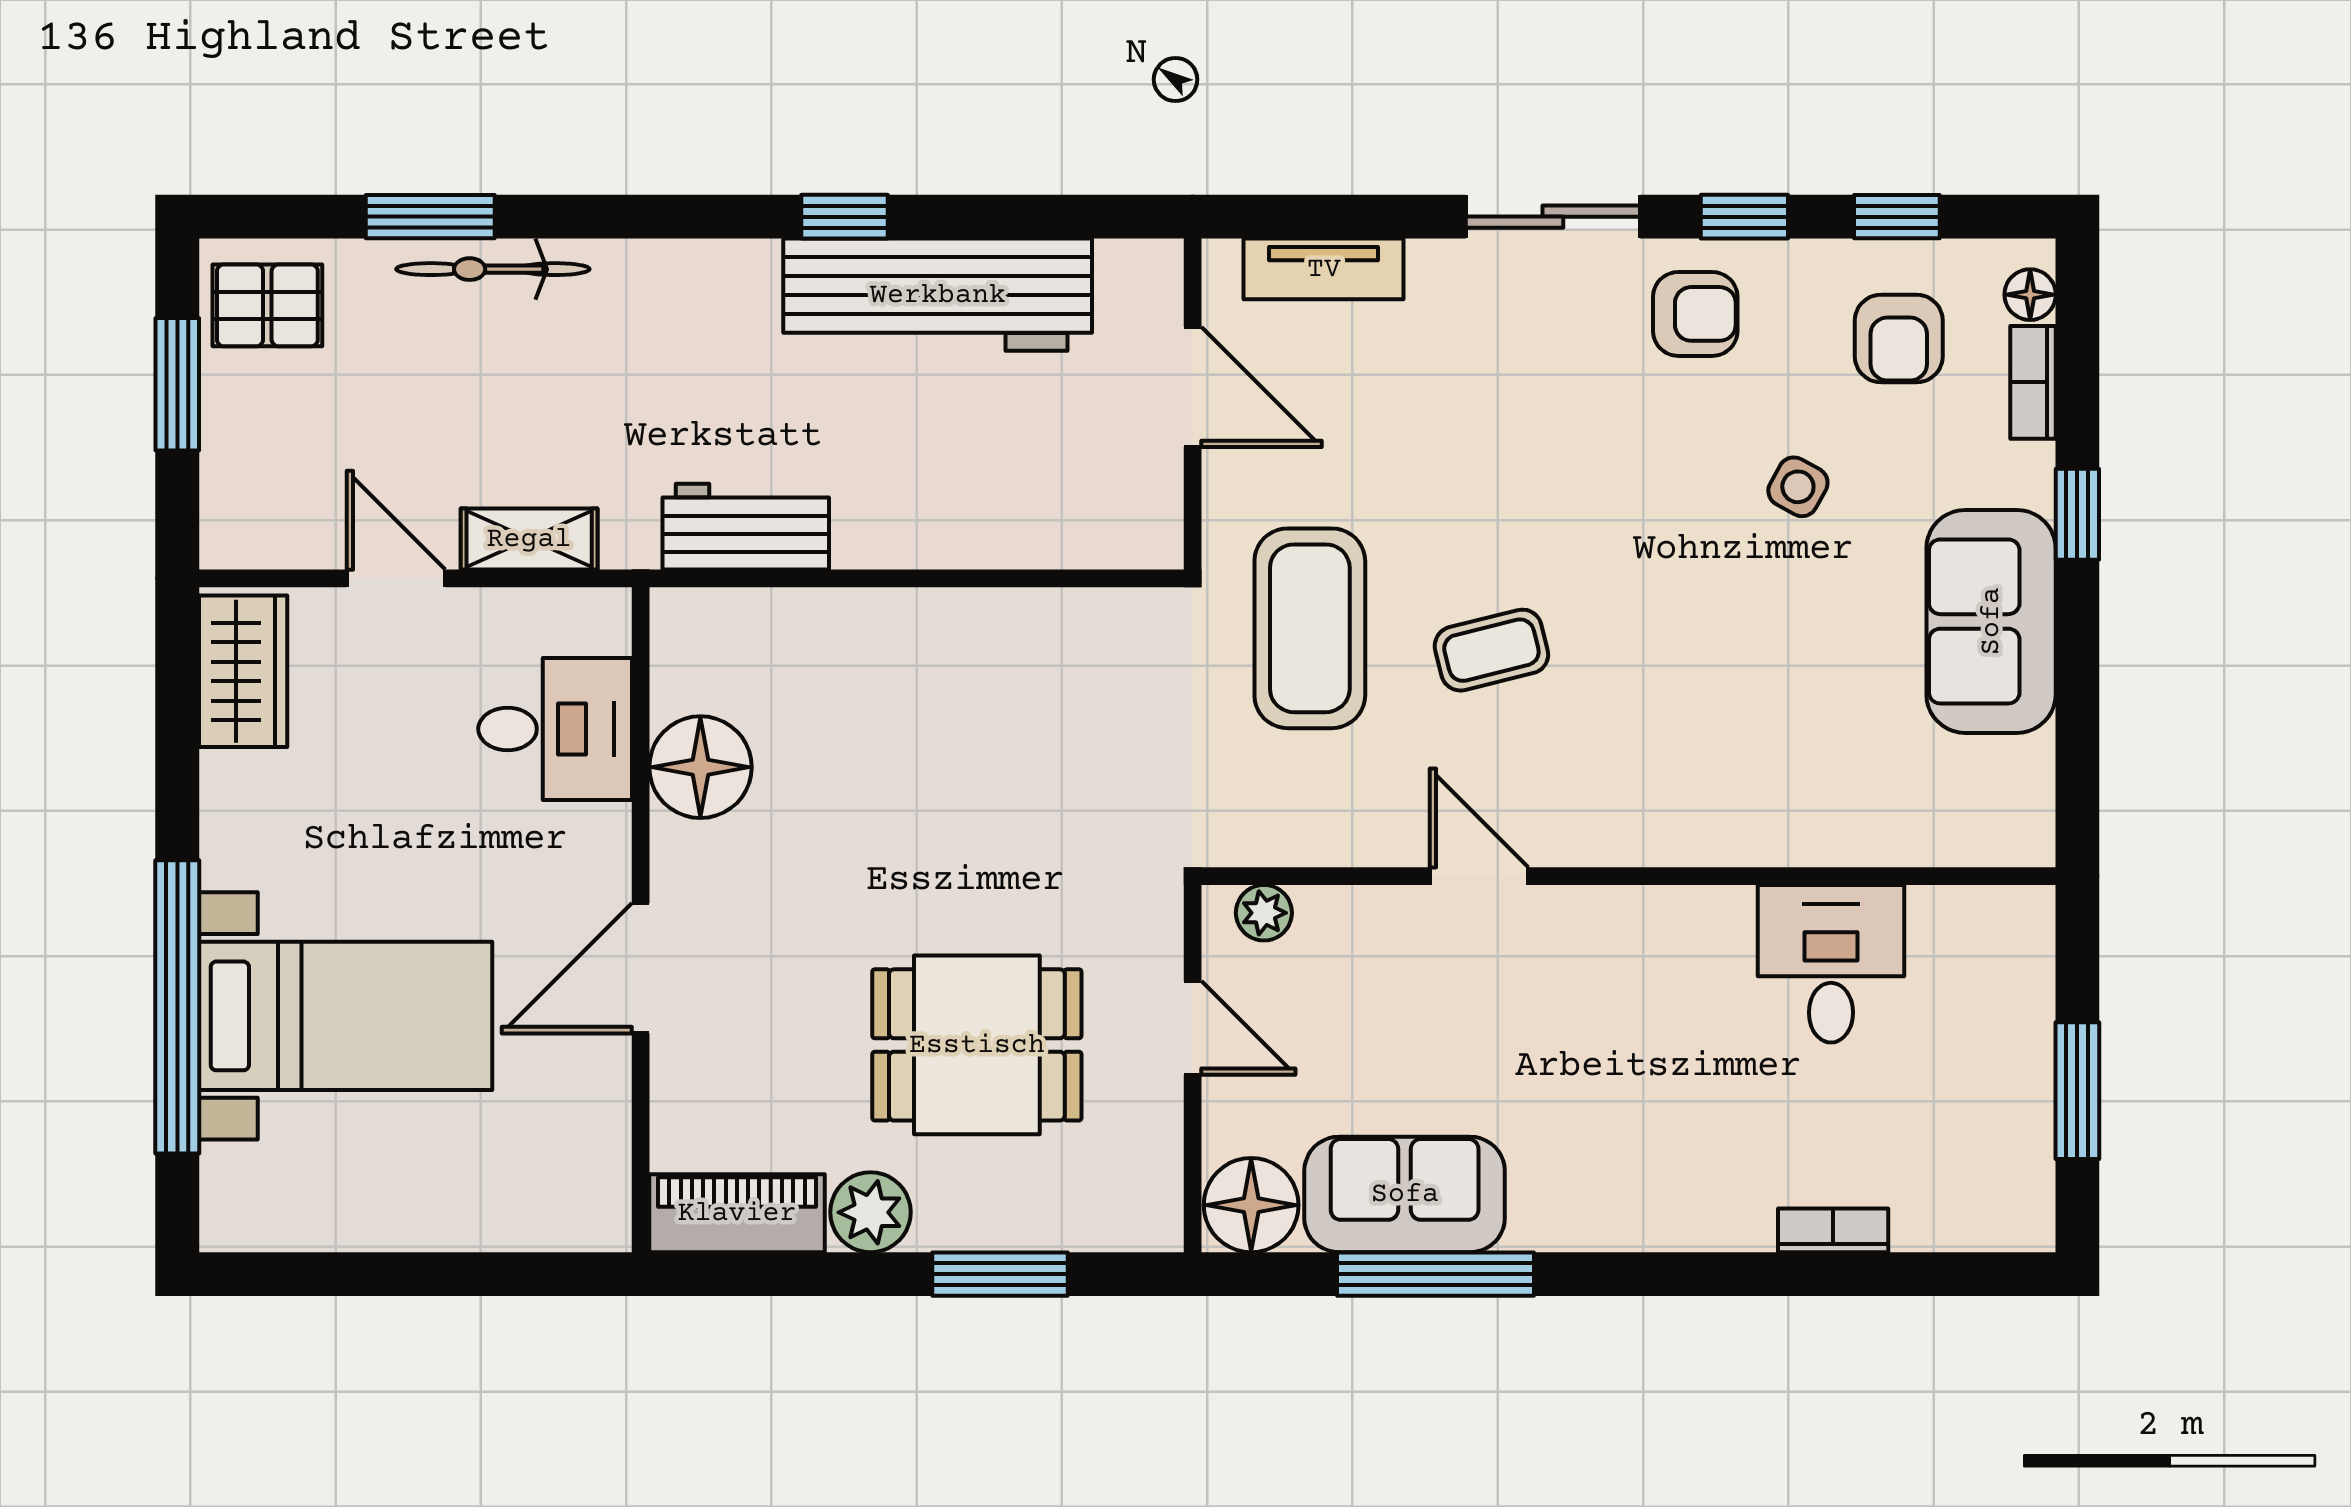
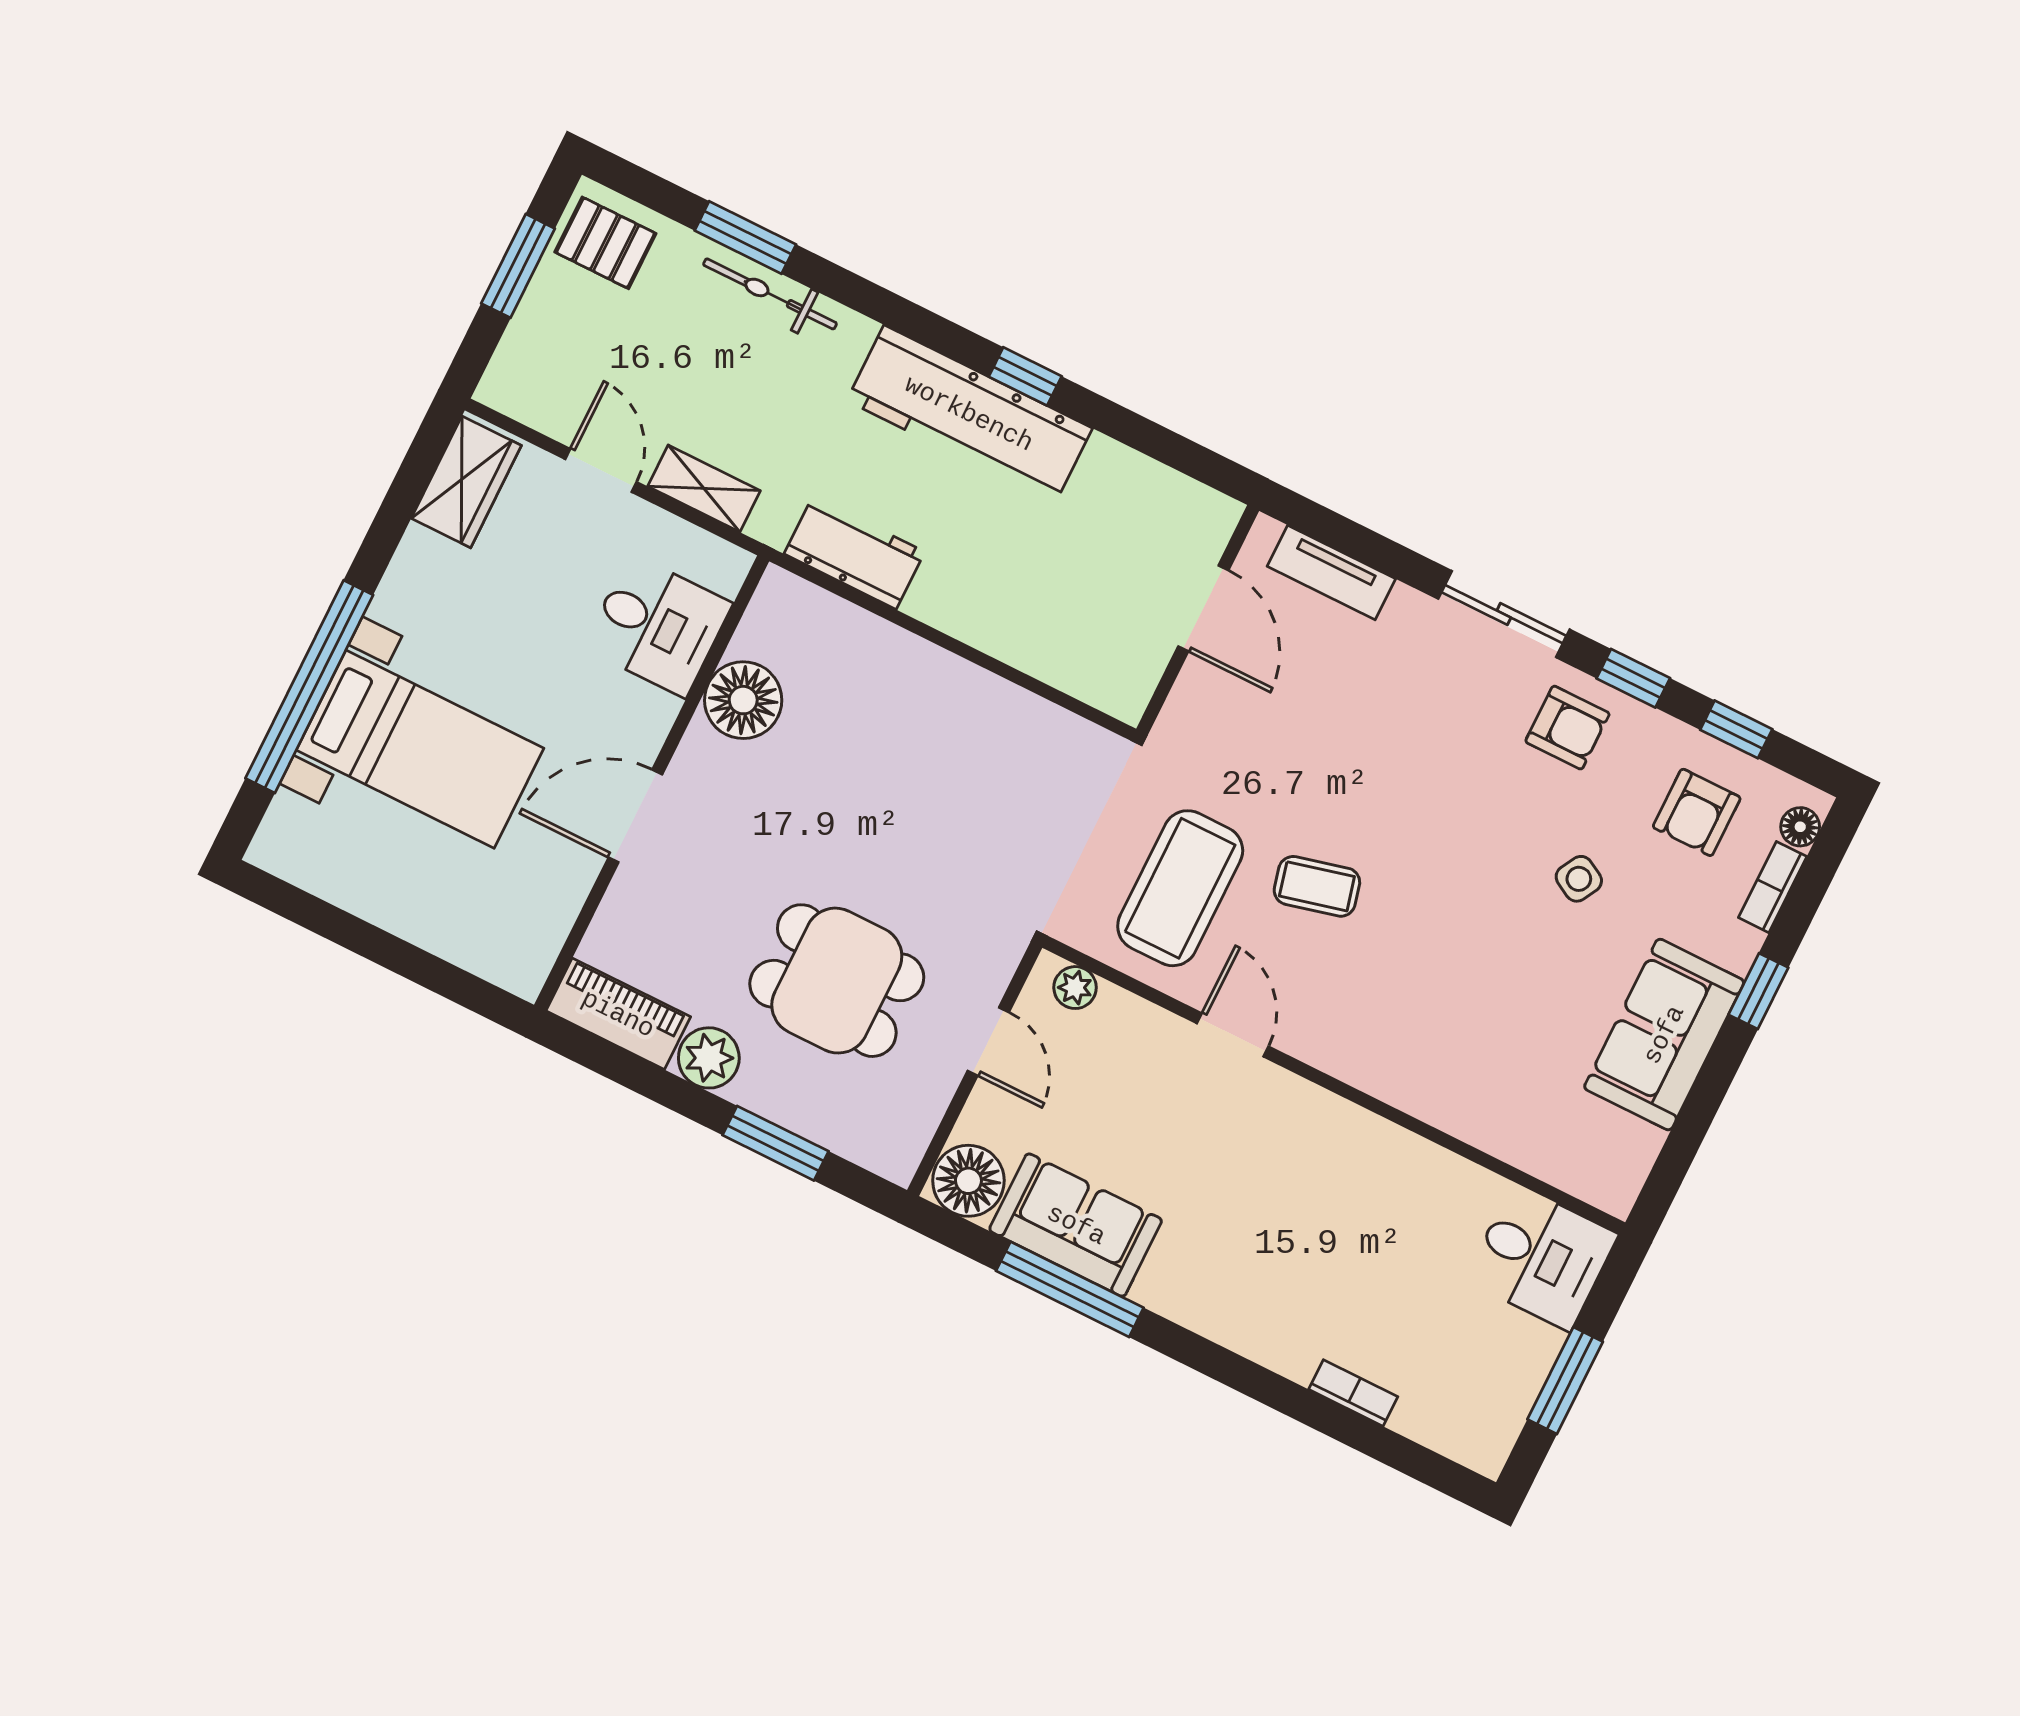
workbench: (938, 295) -> (969, 414), moved
coffee table: (1310, 628) -> (1180, 888), moved
desk: (1831, 964) -> (1542, 1257), moved, turned 90

